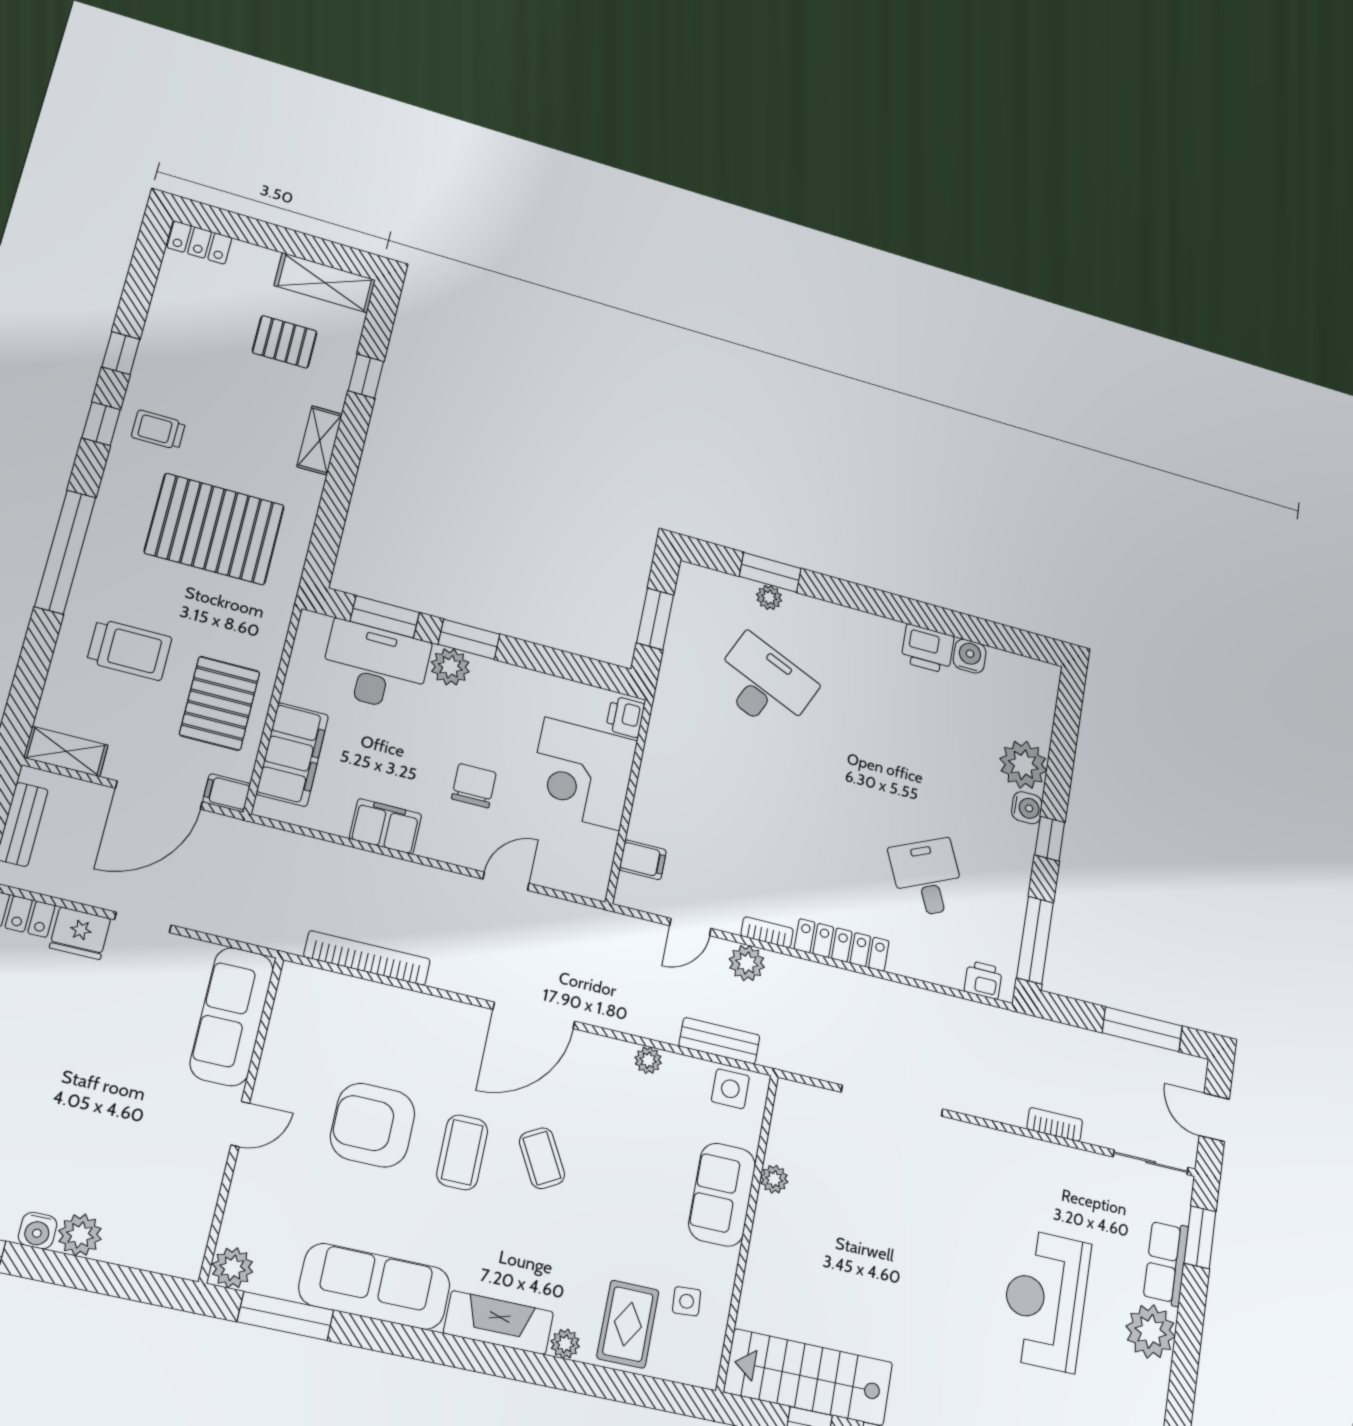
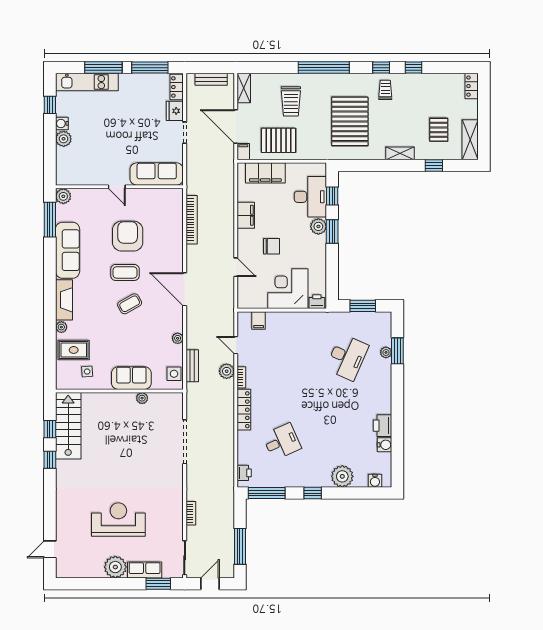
window: (385, 617) -> (332, 196), width x0.67
water cooler: (1027, 808) -> (375, 481), moved

